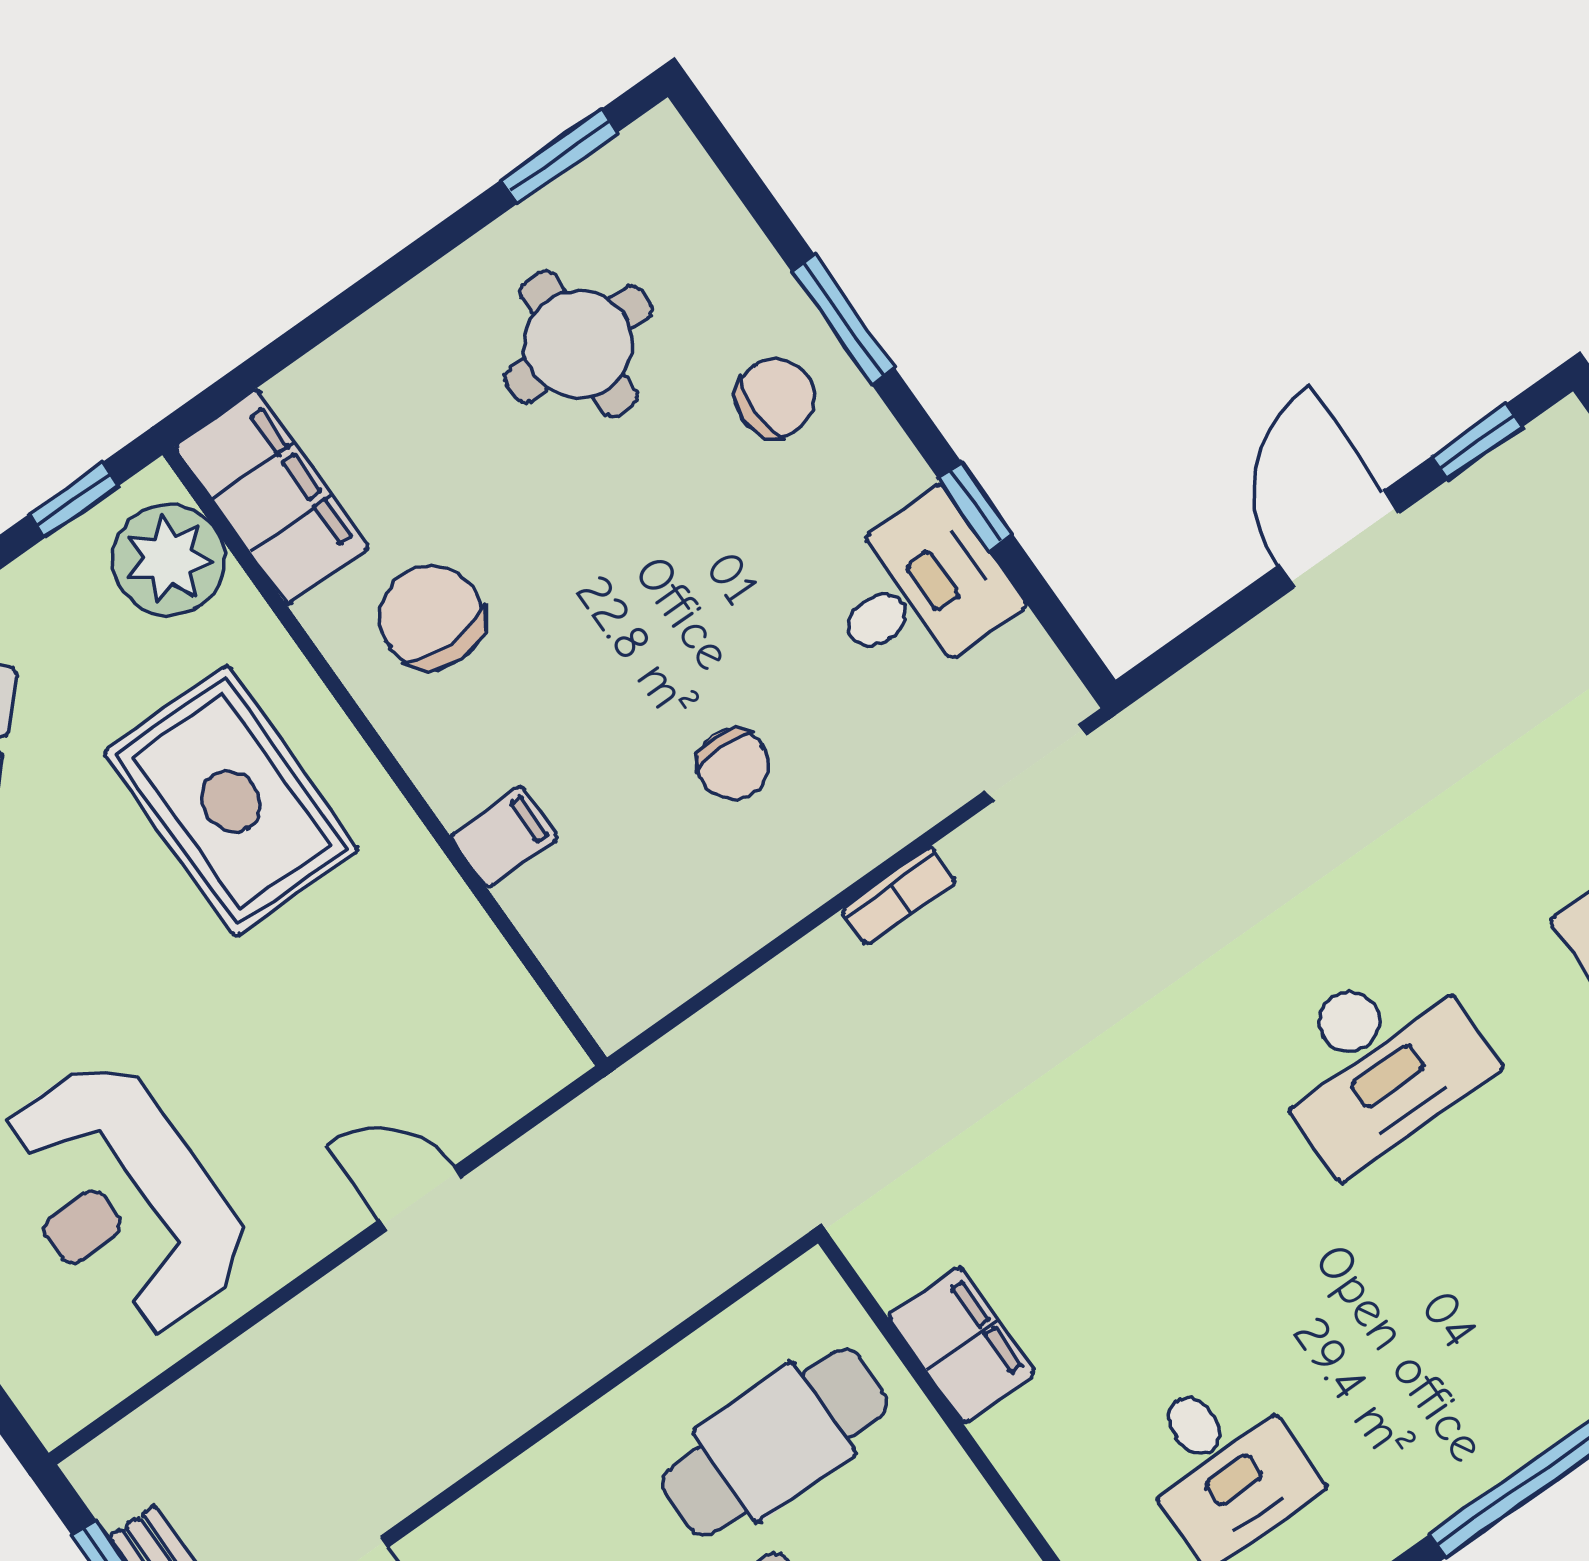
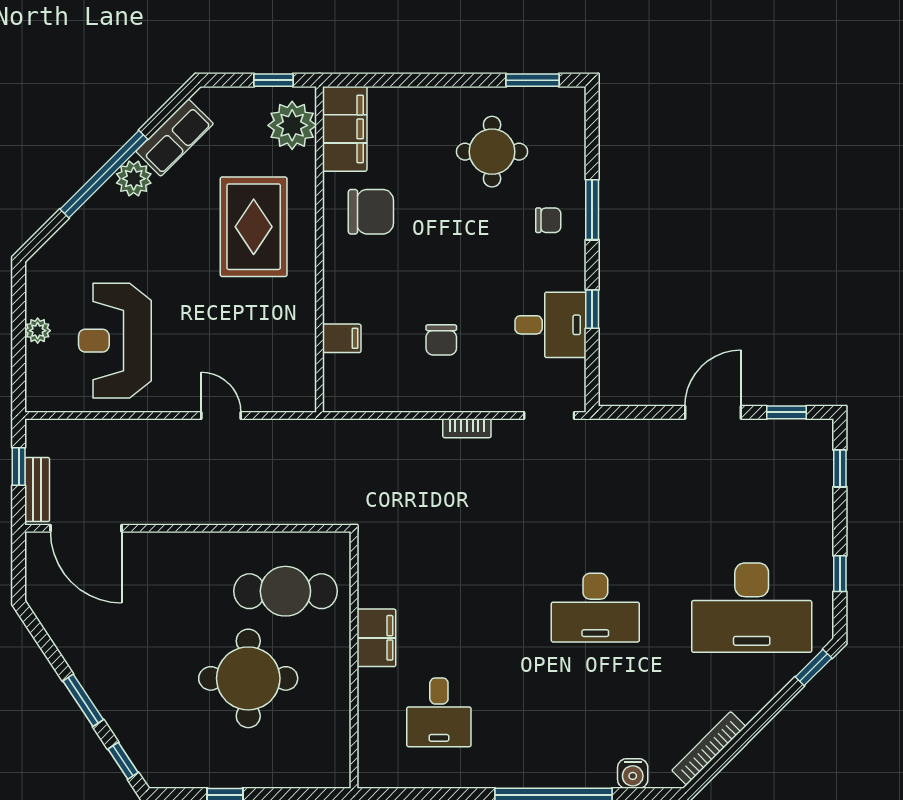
chair: (775, 398) -> (548, 220), width x0.73, depth x0.73
chair: (431, 617) -> (371, 212), turned 90
filing cabinet: (504, 837) -> (342, 338), moved
filing cabinet: (962, 1345) -> (376, 638), moved

